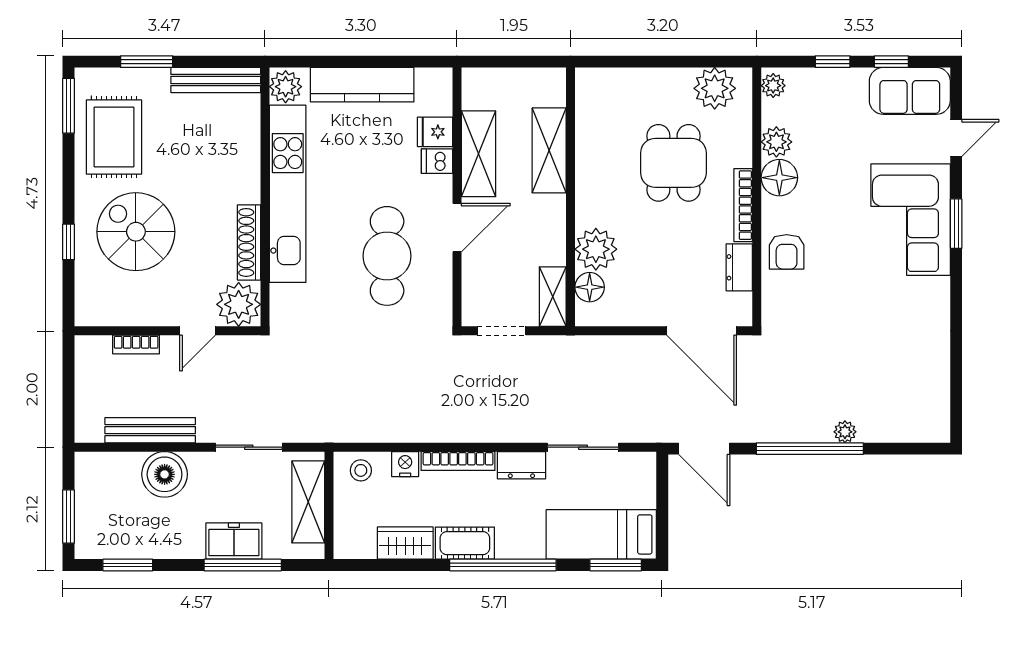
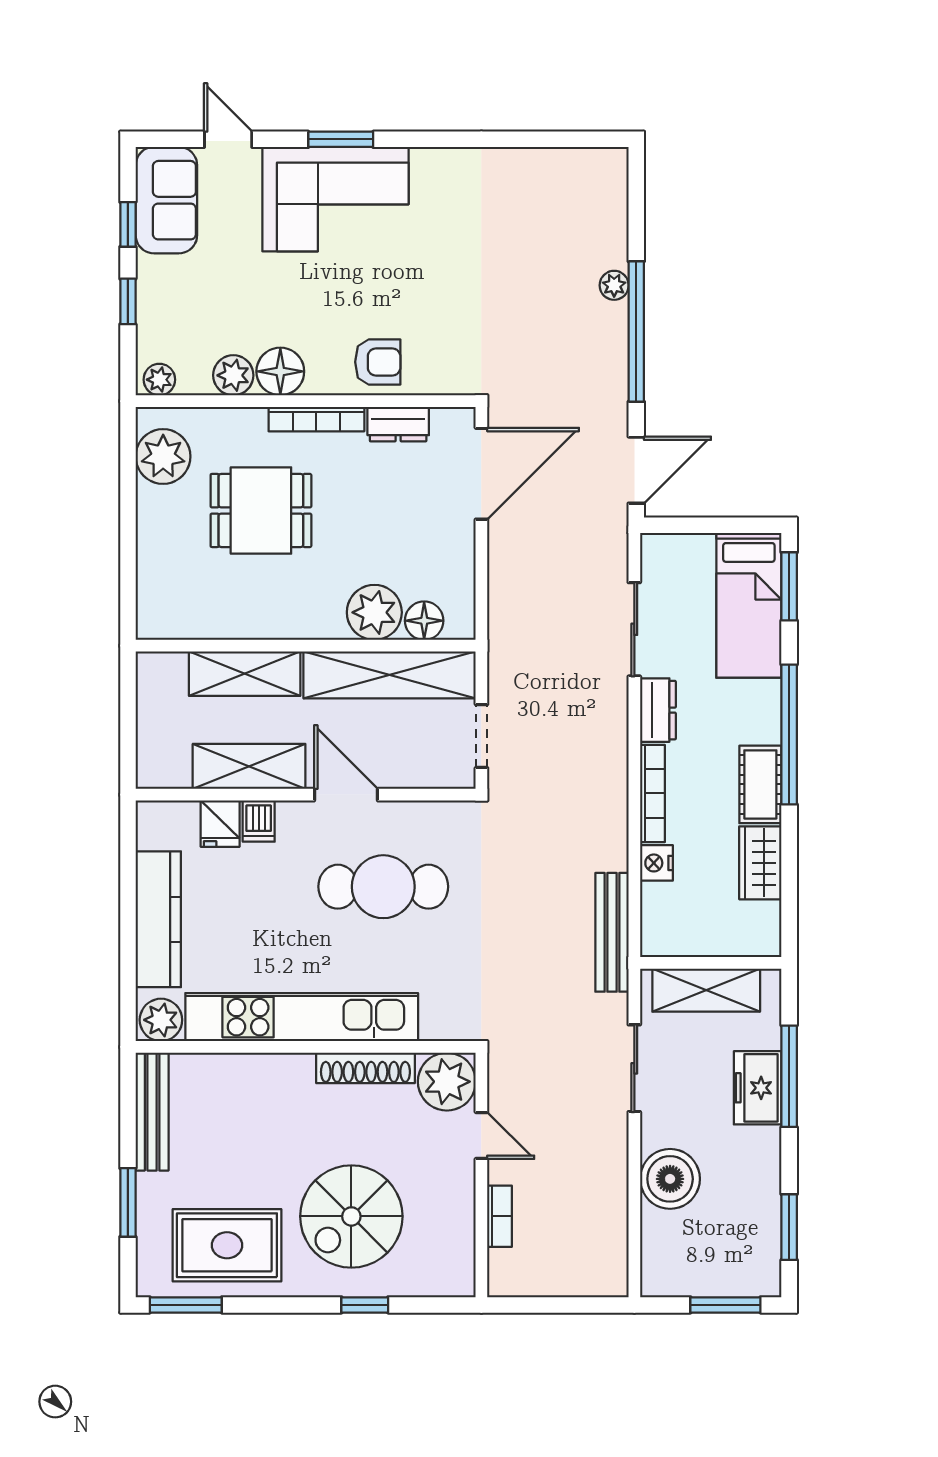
shelving: (553, 297) -> (390, 675), width x2.20, depth x1.33
bench: (150, 430) -> (612, 932), moved
stool: (361, 470) -> (665, 921), removed

